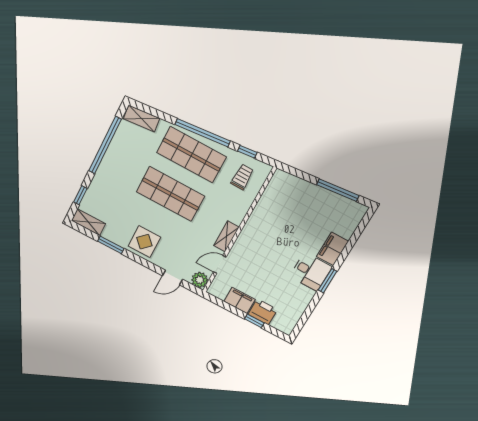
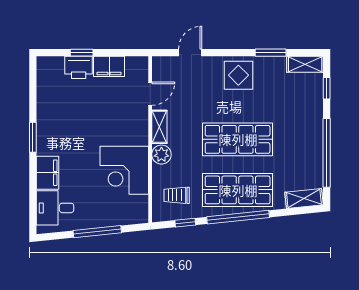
trolley: (242, 177) -> (177, 195), turned 90
window: (338, 190) -> (97, 232), moved
corner desk: (272, 219) -> (124, 170), added
desk: (311, 272) -> (55, 208), moved
plant: (200, 280) -> (161, 155), moved

